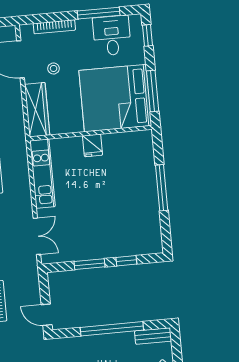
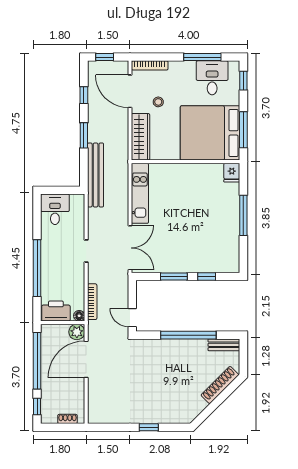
bookcase: (54, 27) -> (150, 65), moved
fridge: (93, 145) -> (232, 173), moved
double door: (37, 236) -> (130, 248), width x1.37

